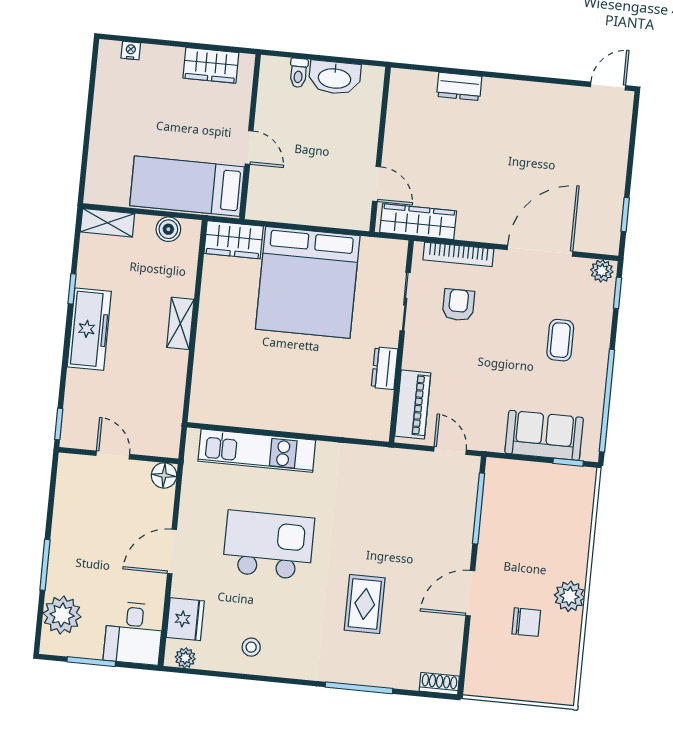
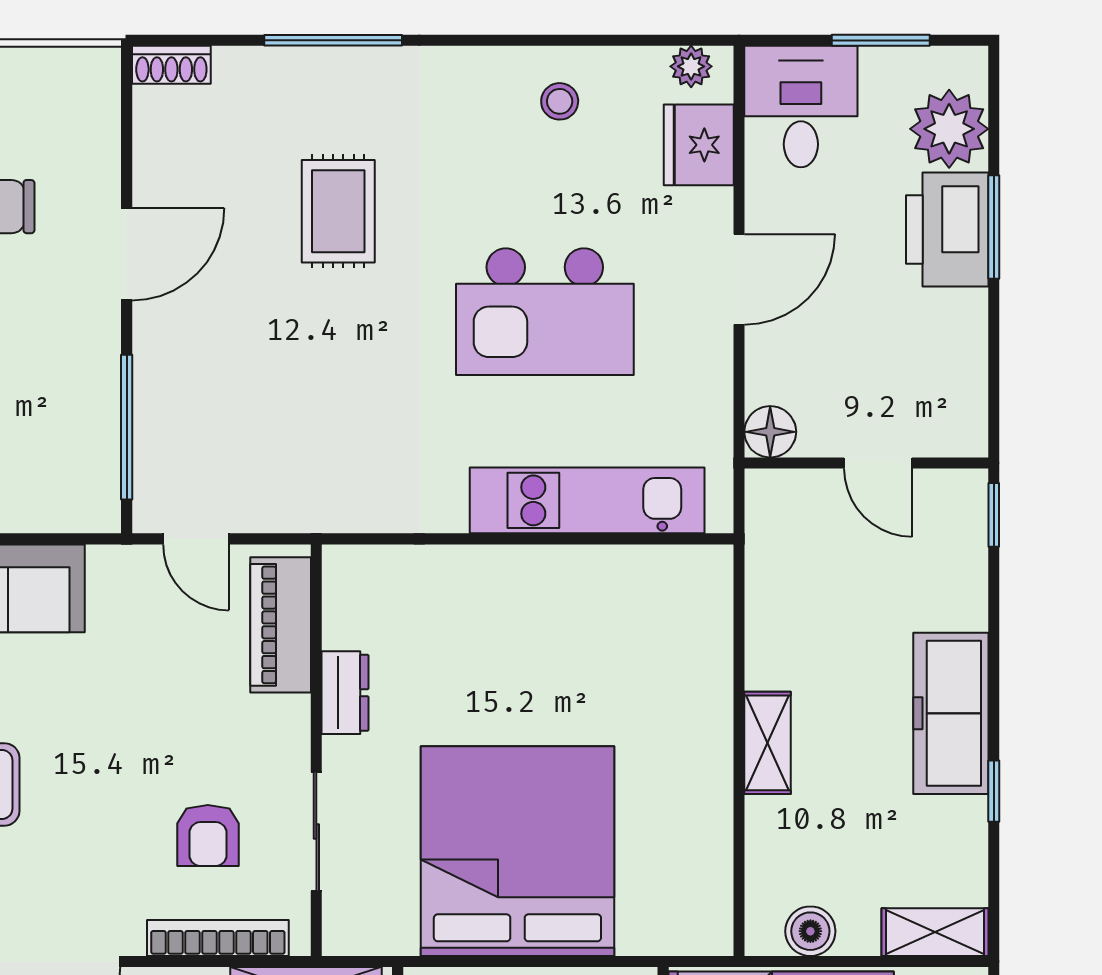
wardrobe: (234, 240) -> (676, 923), removed
printer: (68, 566) -> (947, 230), added

